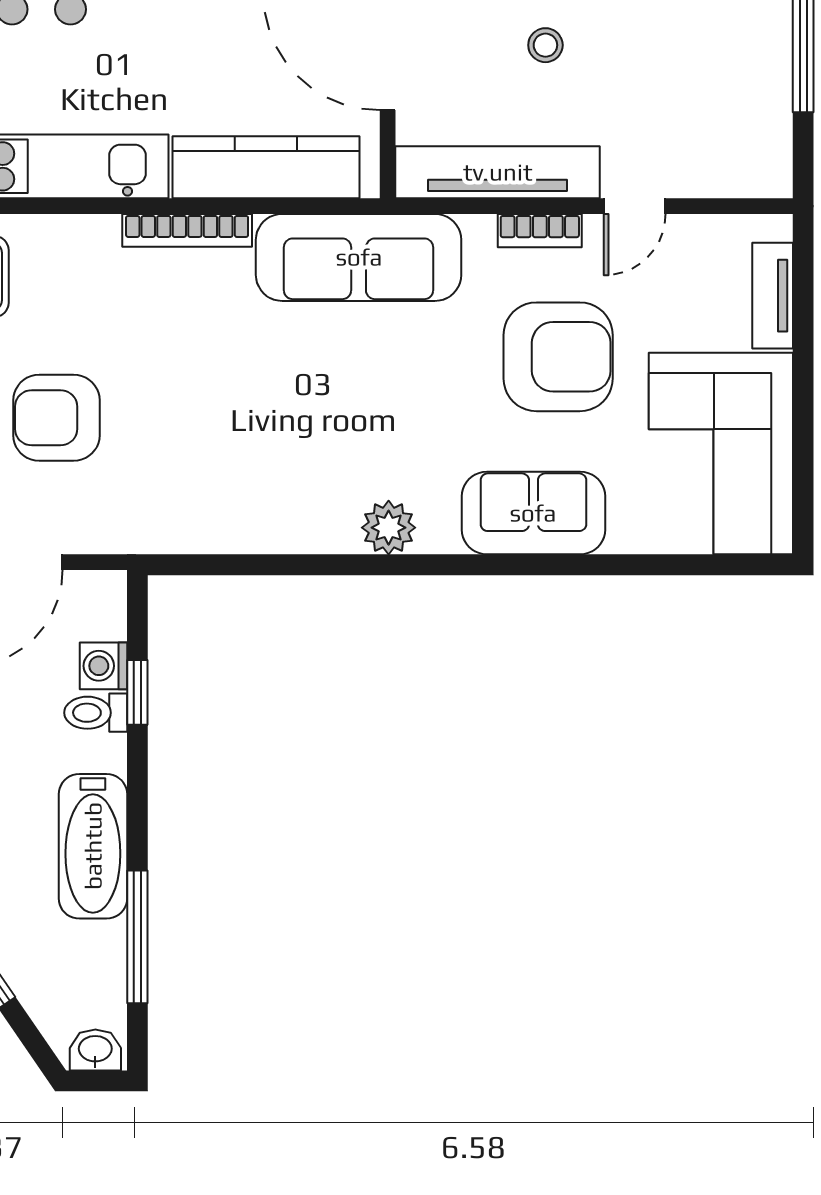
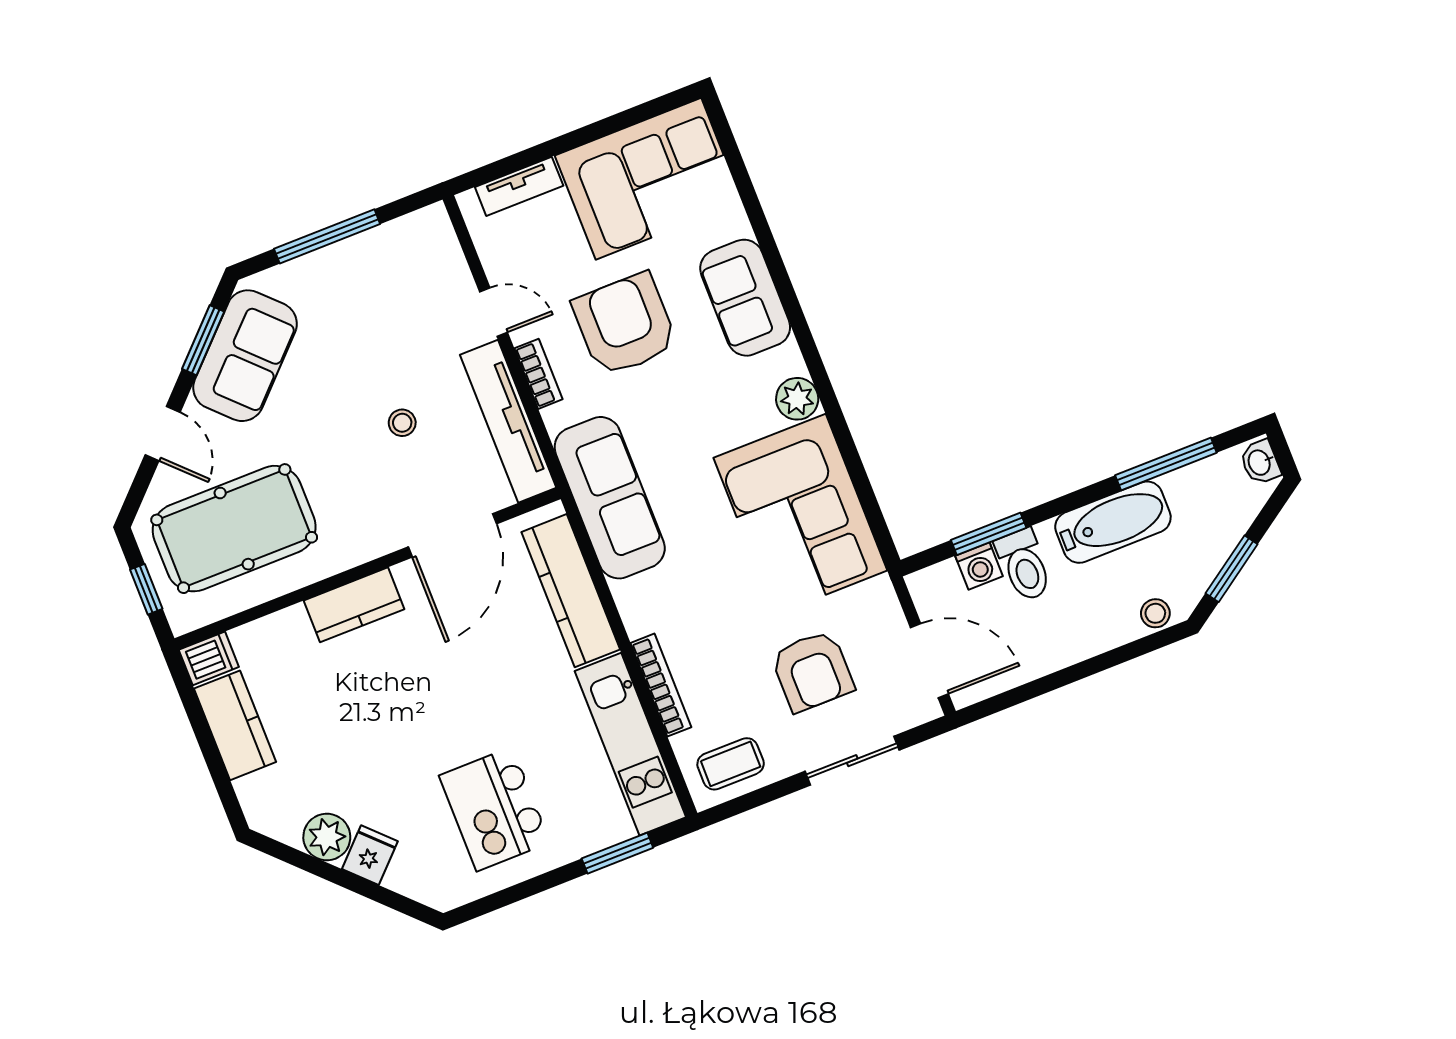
bookcase: (187, 230) -> (661, 685), moved
corner sofa: (249, 477) -> (800, 514), added
window: (137, 692) -> (989, 534), width x1.50
toilet: (96, 713) -> (1024, 565), width x1.37, depth x1.39

